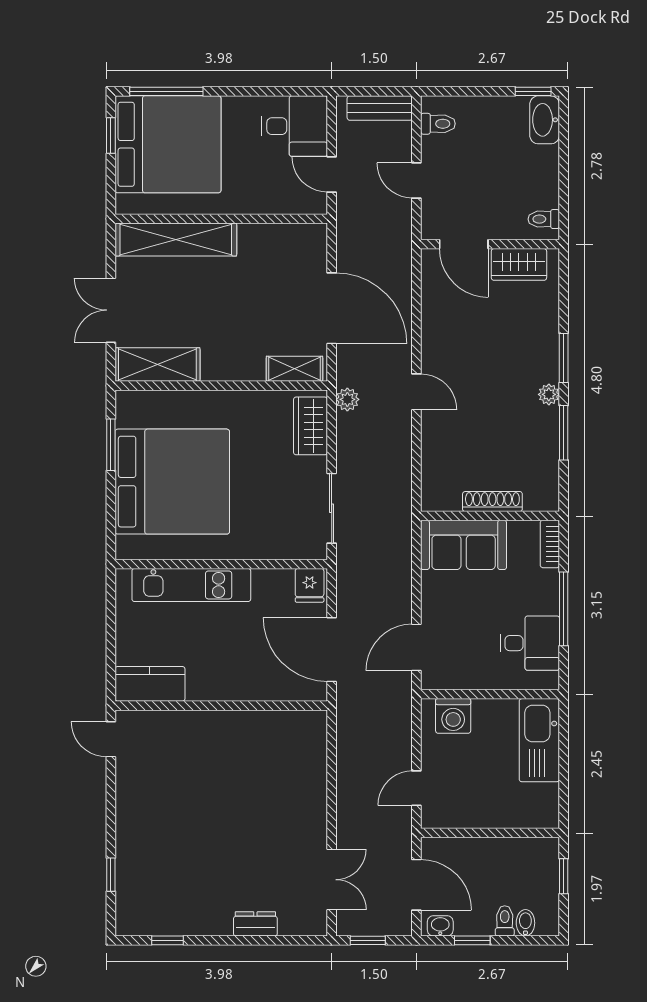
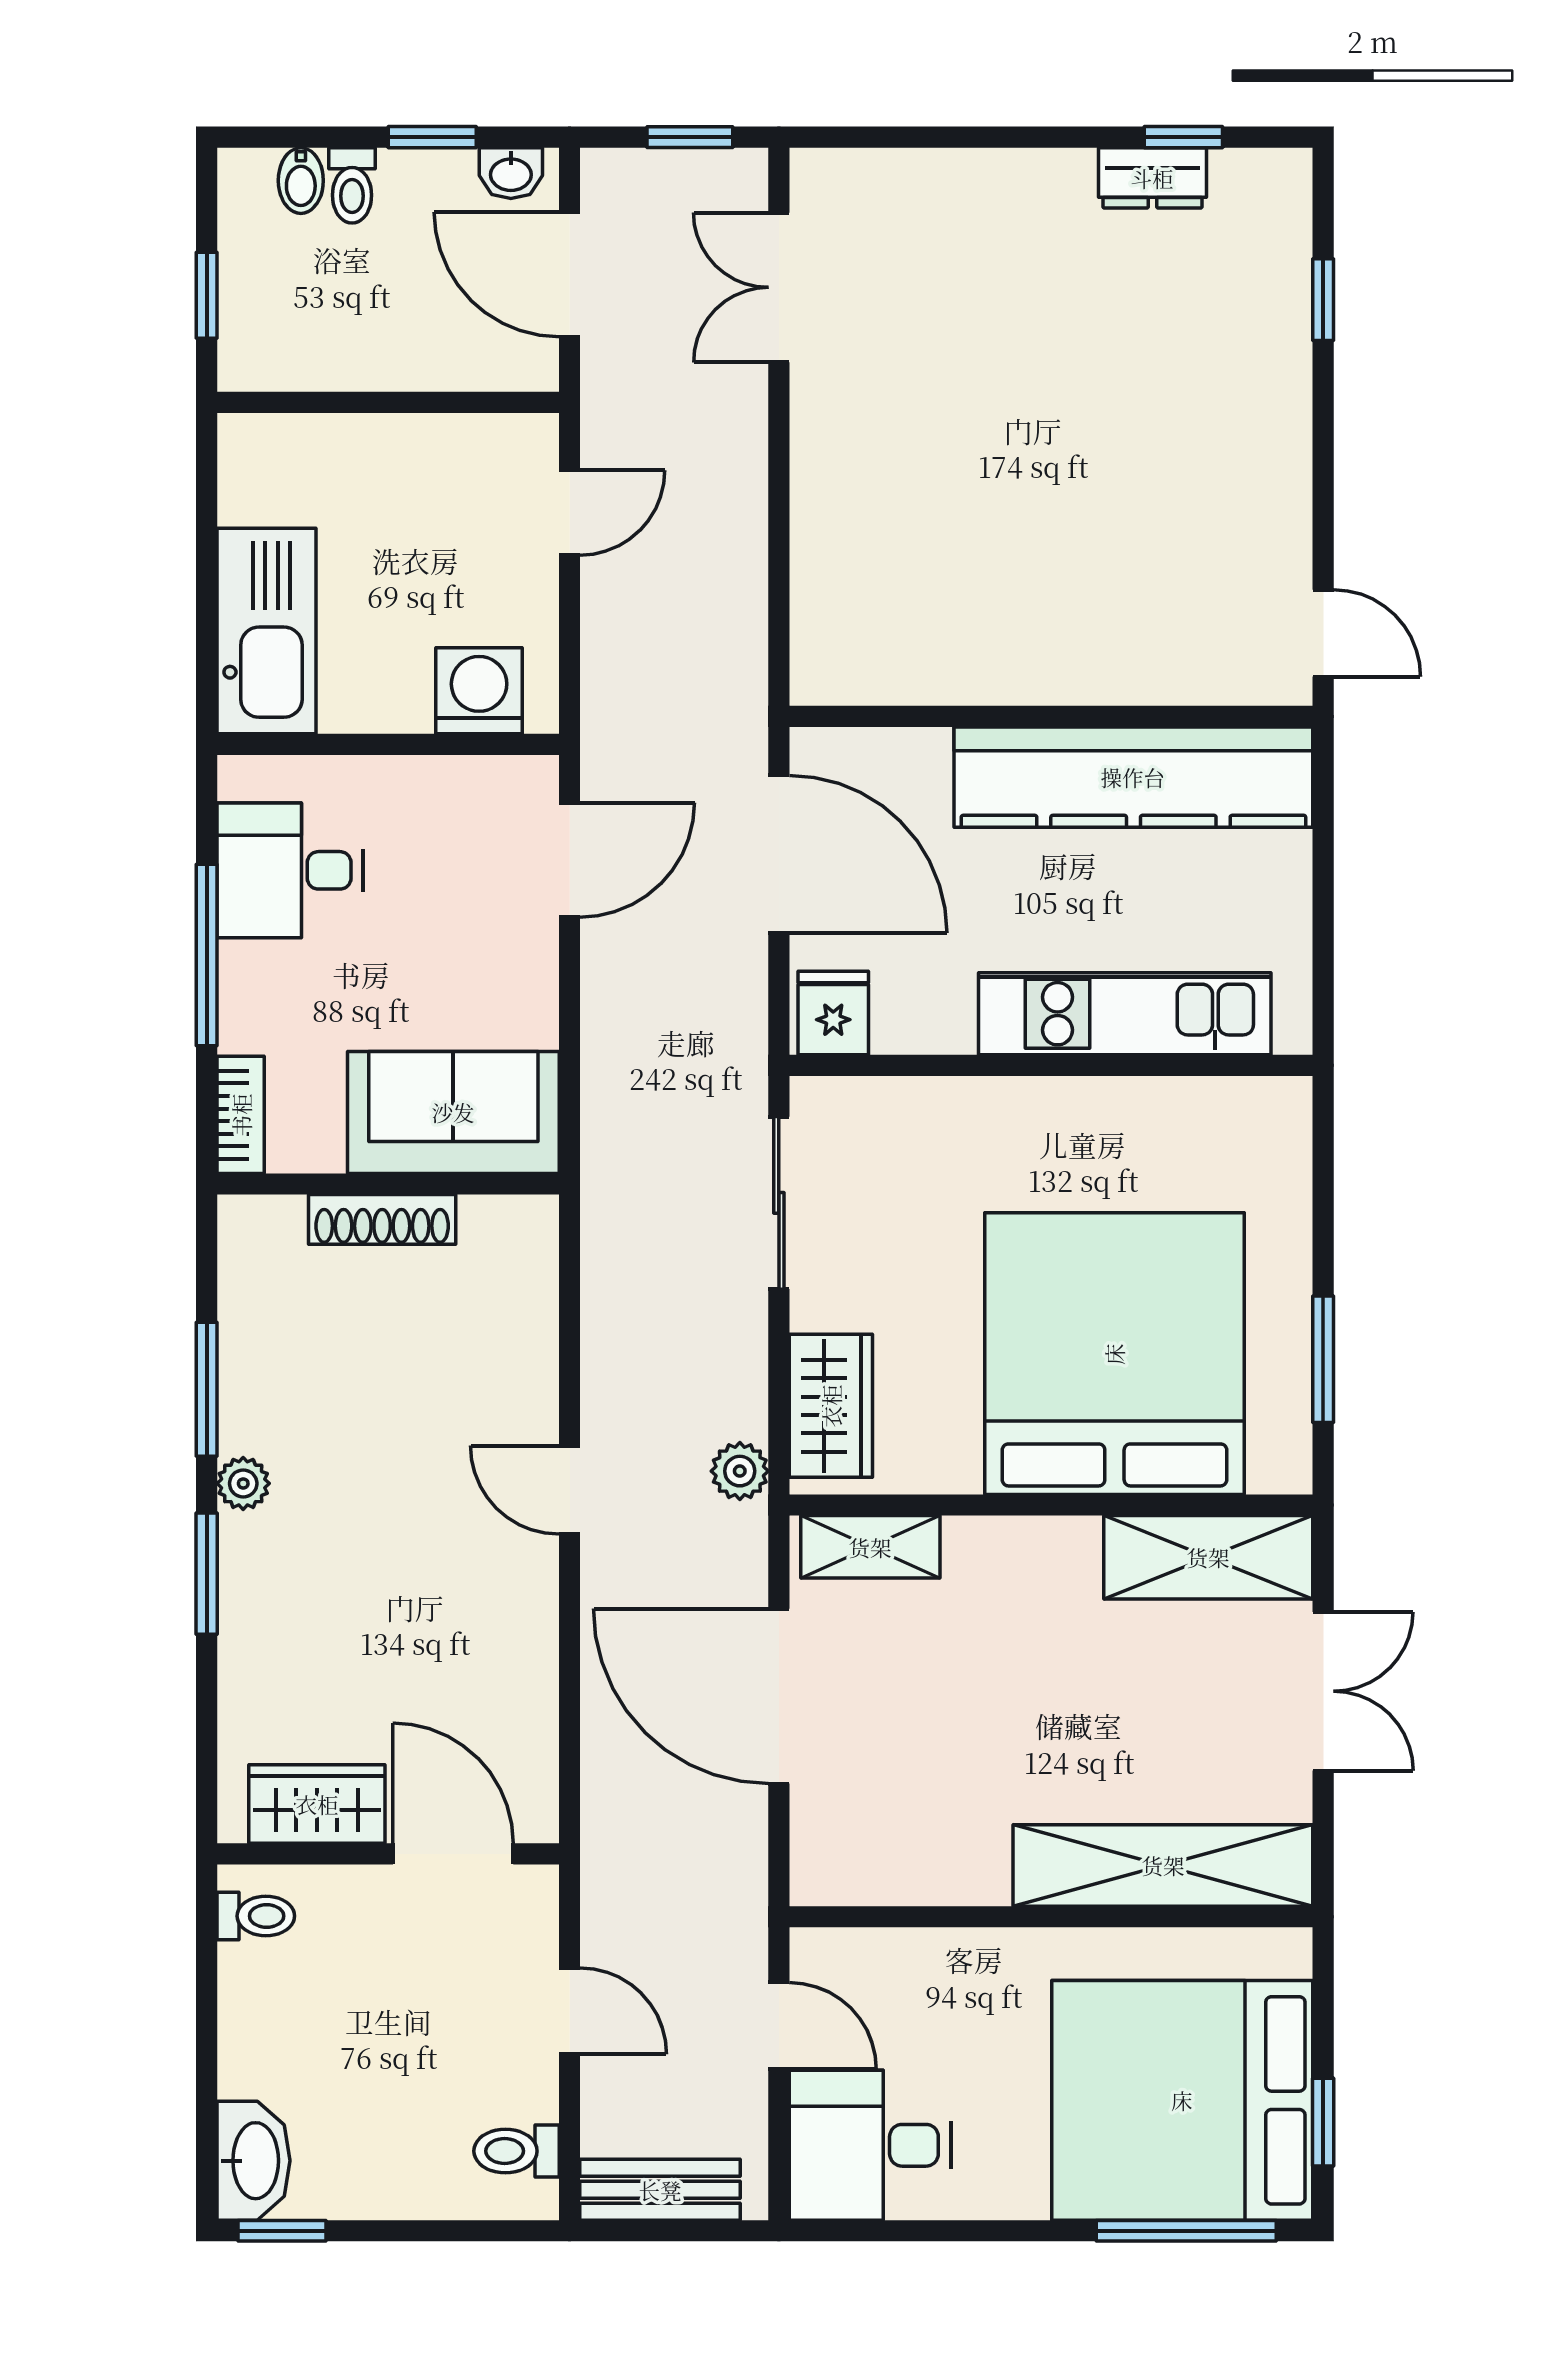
bed: (172, 482) -> (1114, 1354), moved, turned 90
kitchen counter: (150, 684) -> (1133, 777), width x2.08, depth x1.17
dresser: (255, 924) -> (1152, 178), moved

